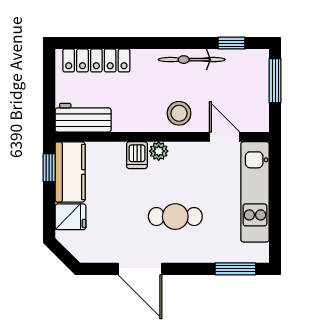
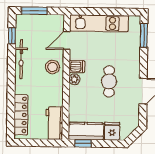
dishwasher: (137, 155) -> (77, 67), moved
cafe table: (175, 217) -> (109, 81), moved

